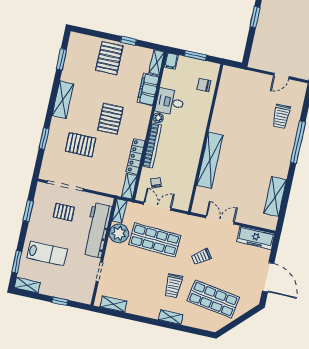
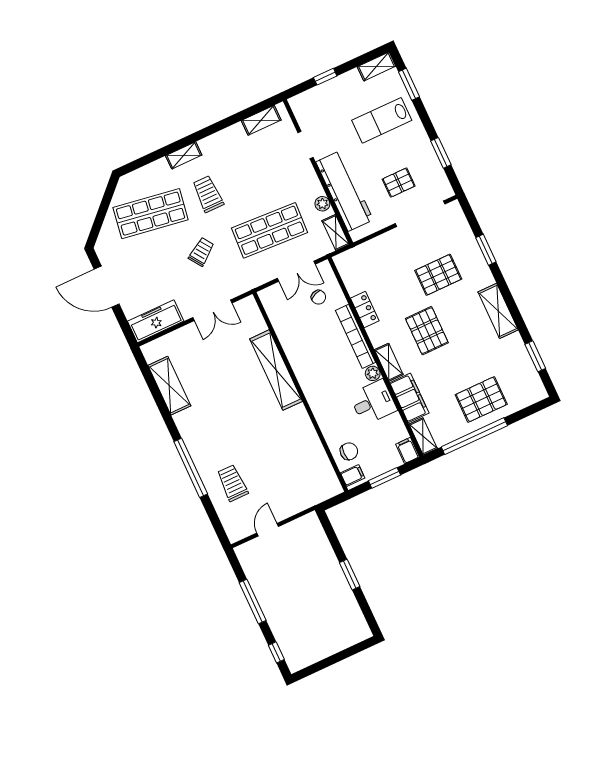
window: (128, 41) -> (474, 436), width x3.17
pallet: (109, 58) -> (481, 399), turned 90
filing cabinet: (212, 70) -> (353, 475), added
locker: (136, 156) -> (365, 309), width x0.66
shelving: (129, 186) -> (389, 362), moved
plant: (119, 233) -> (322, 204), width x0.53, depth x0.53

